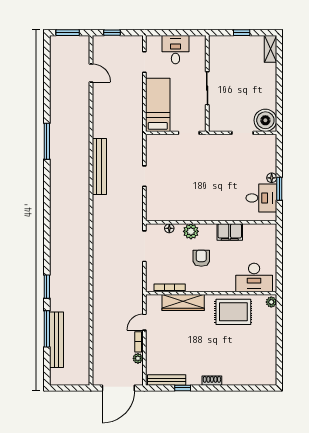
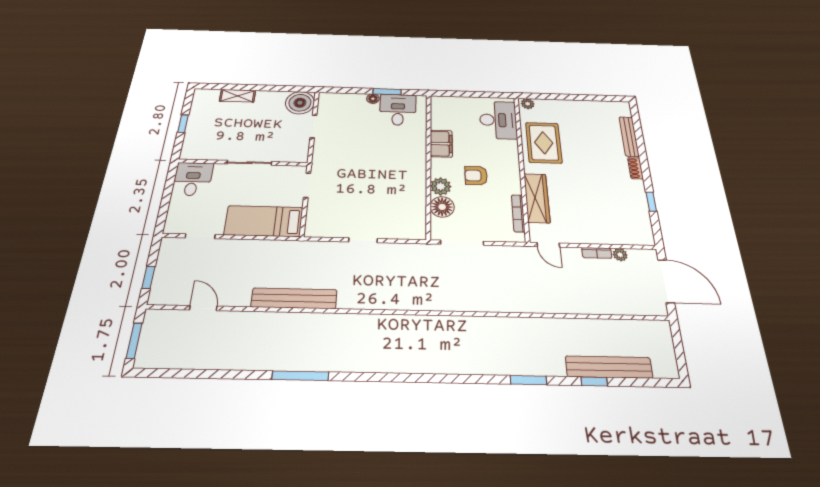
shelving: (271, 49) -> (238, 96), moved
desk: (175, 50) -> (193, 179), moved, turned 90
door: (91, 73) -> (203, 308), hinge flipped
bench: (99, 166) -> (294, 298), moved
floor lamp: (169, 228) -> (442, 207), width x1.89, depth x1.89
door: (144, 322) -> (548, 245), moved
window: (47, 329) -> (594, 381), width x0.46
bench: (167, 380) -> (629, 136), moved

